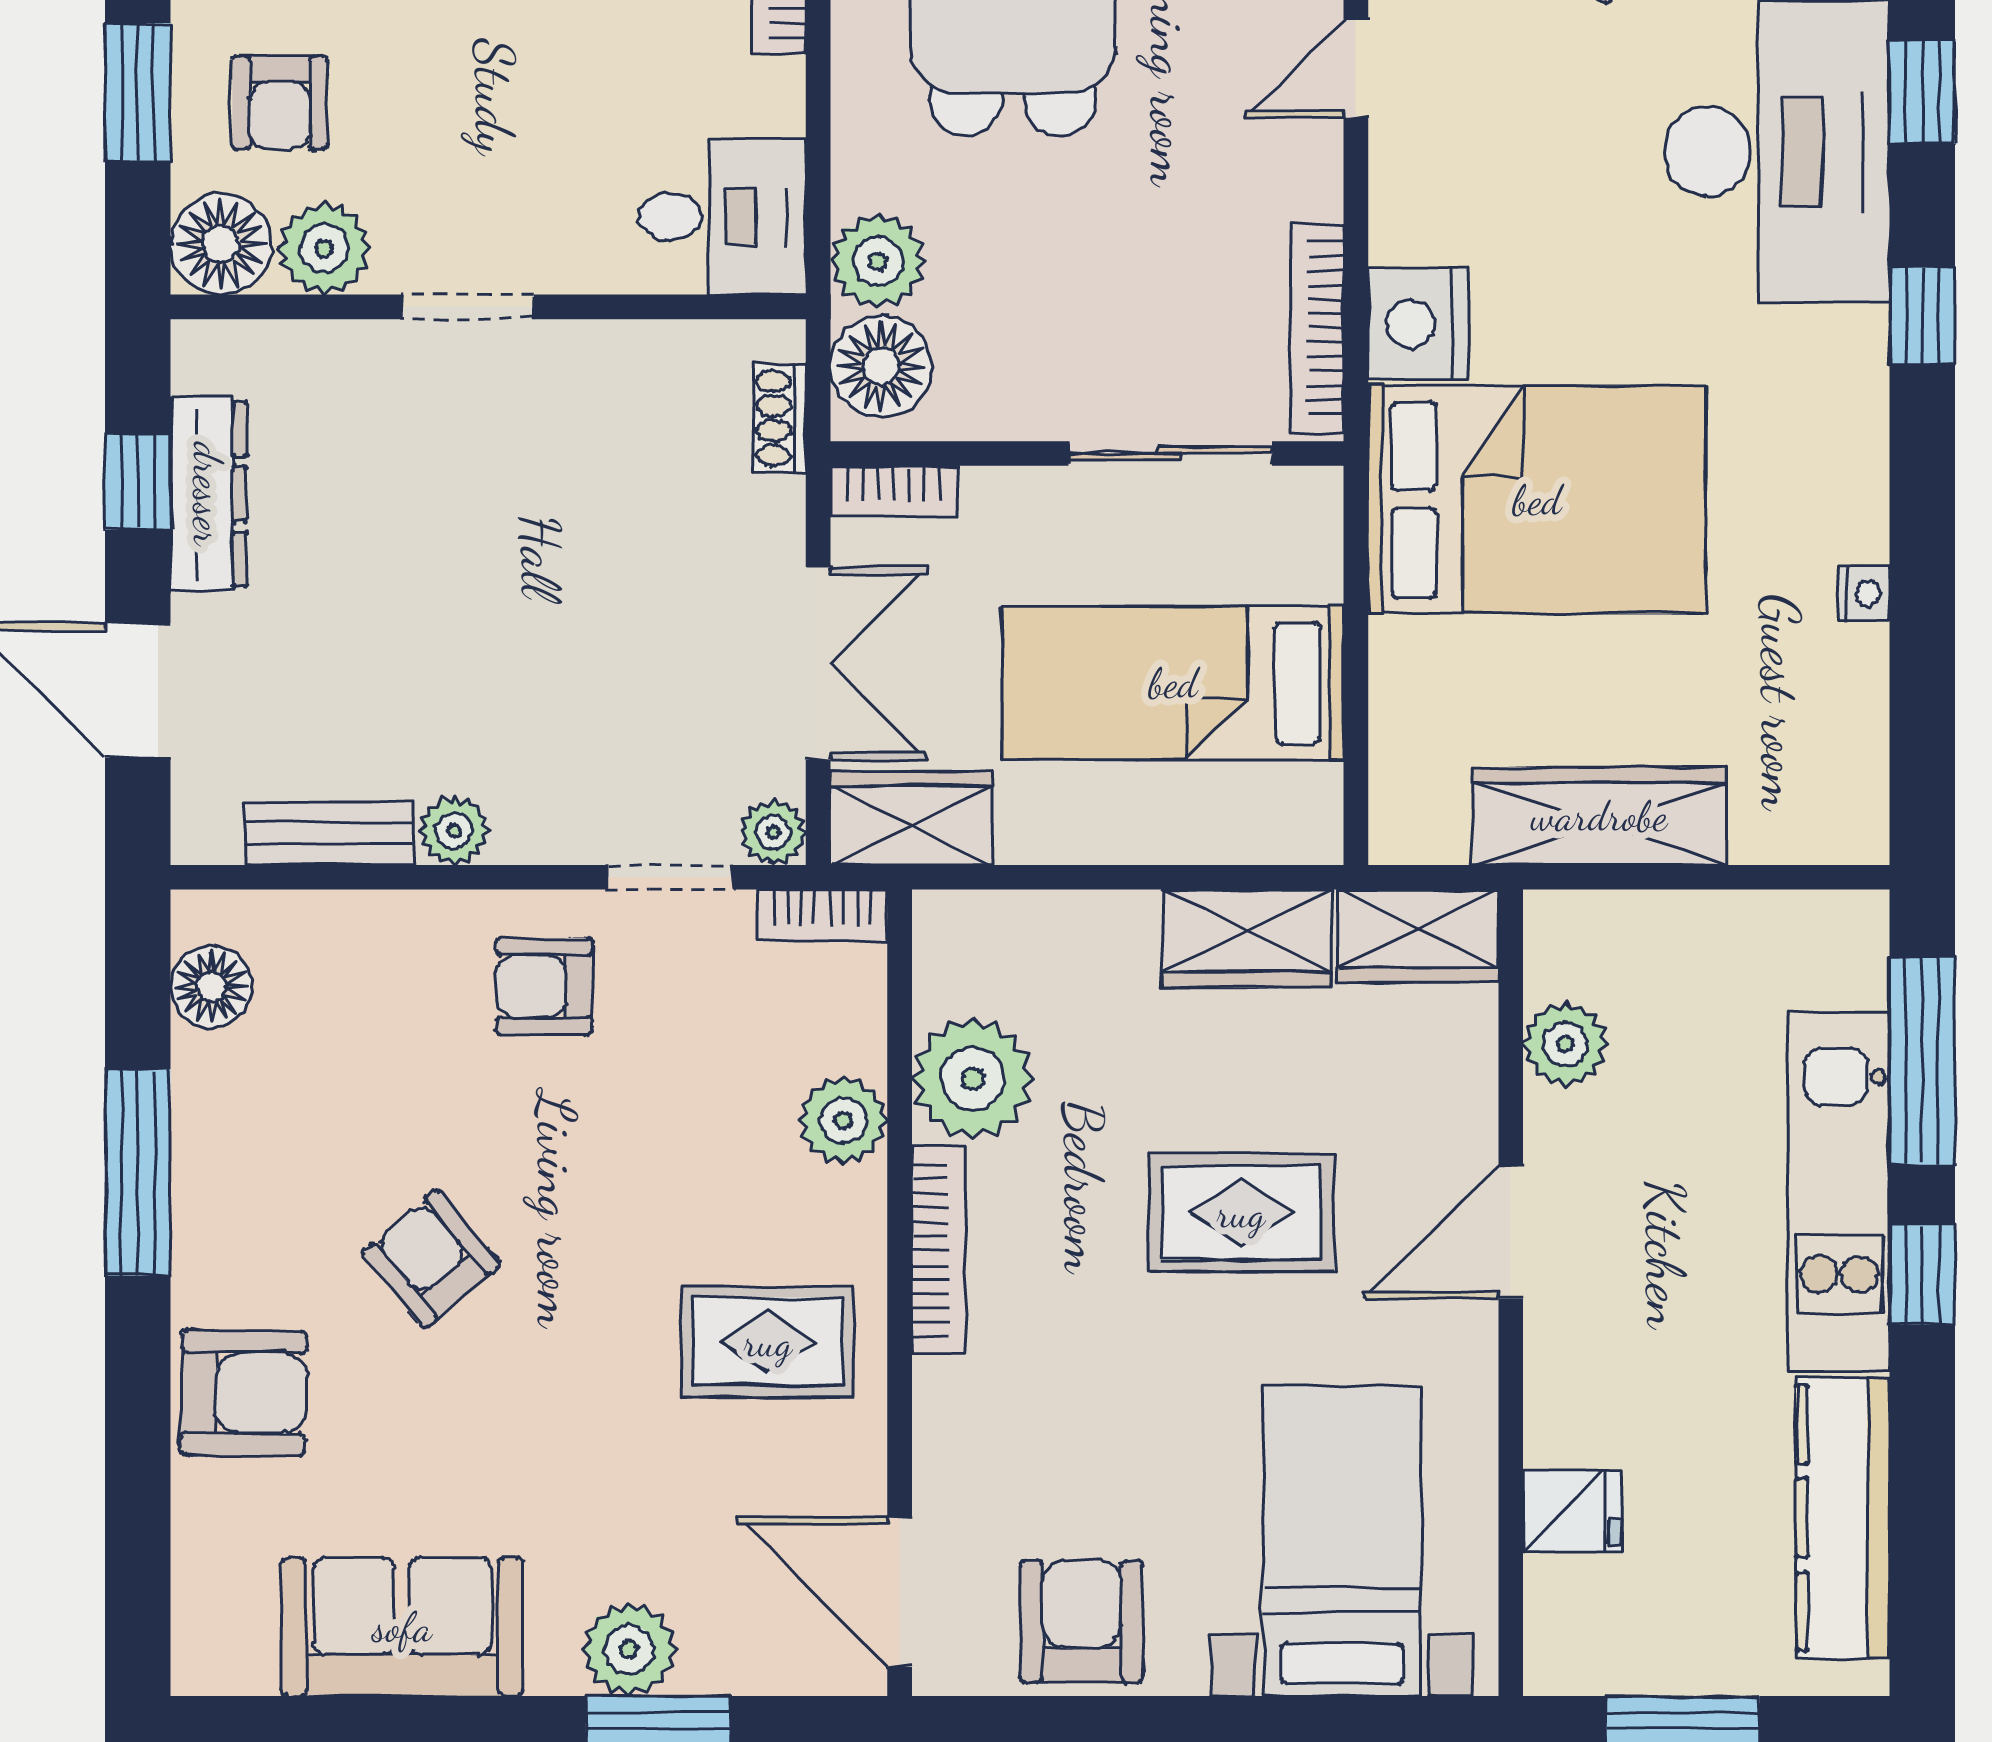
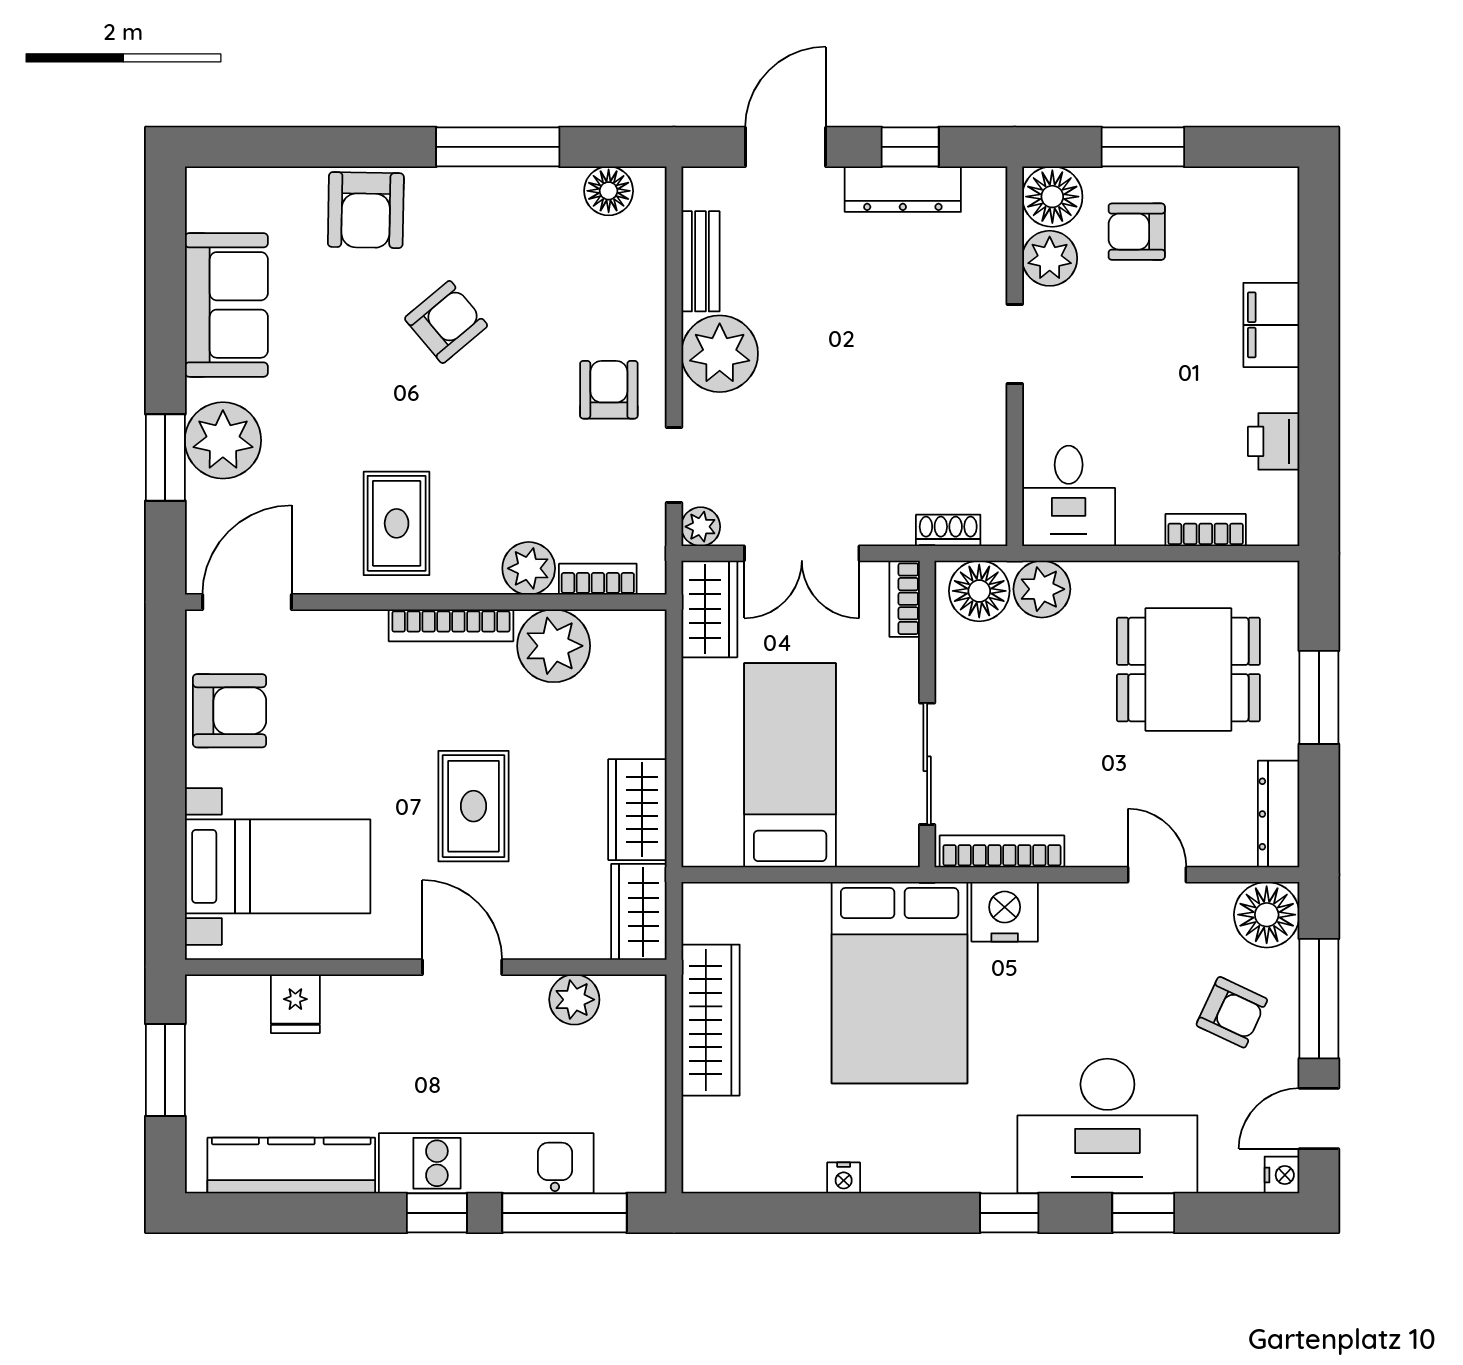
plant: (454, 831) -> (720, 354), width x1.88, depth x1.88
bookcase: (822, 915) -> (598, 579), moved, turned 90
plant: (629, 1649) -> (223, 440), width x1.36, depth x1.36

